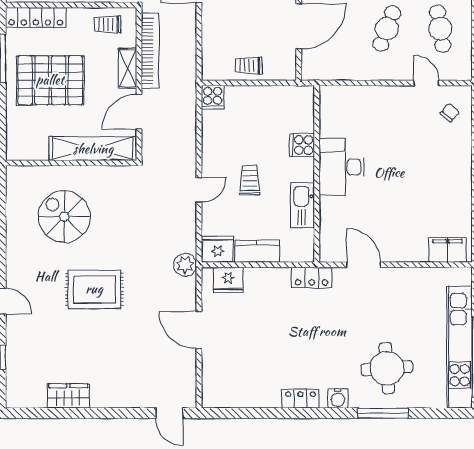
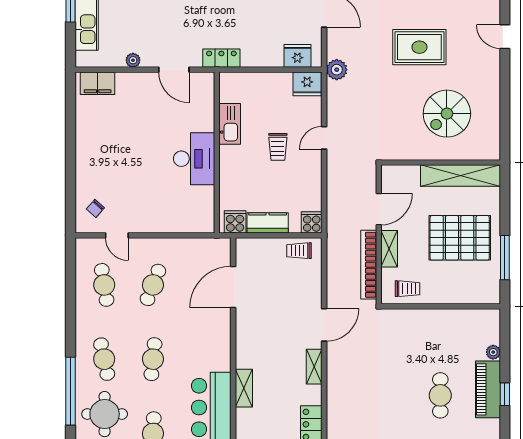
locker: (36, 17) -> (473, 295), removed
trolley: (249, 66) -> (299, 251), moved, turned 180
cooker: (302, 145) -> (235, 222), moved, turned -90
shelving: (93, 149) -> (461, 176), moved
spiral stairs: (64, 217) -> (447, 114), turned 90
kitchen counter: (257, 251) -> (268, 223), moved, turned 180
plant: (409, 275) -> (133, 60), added

